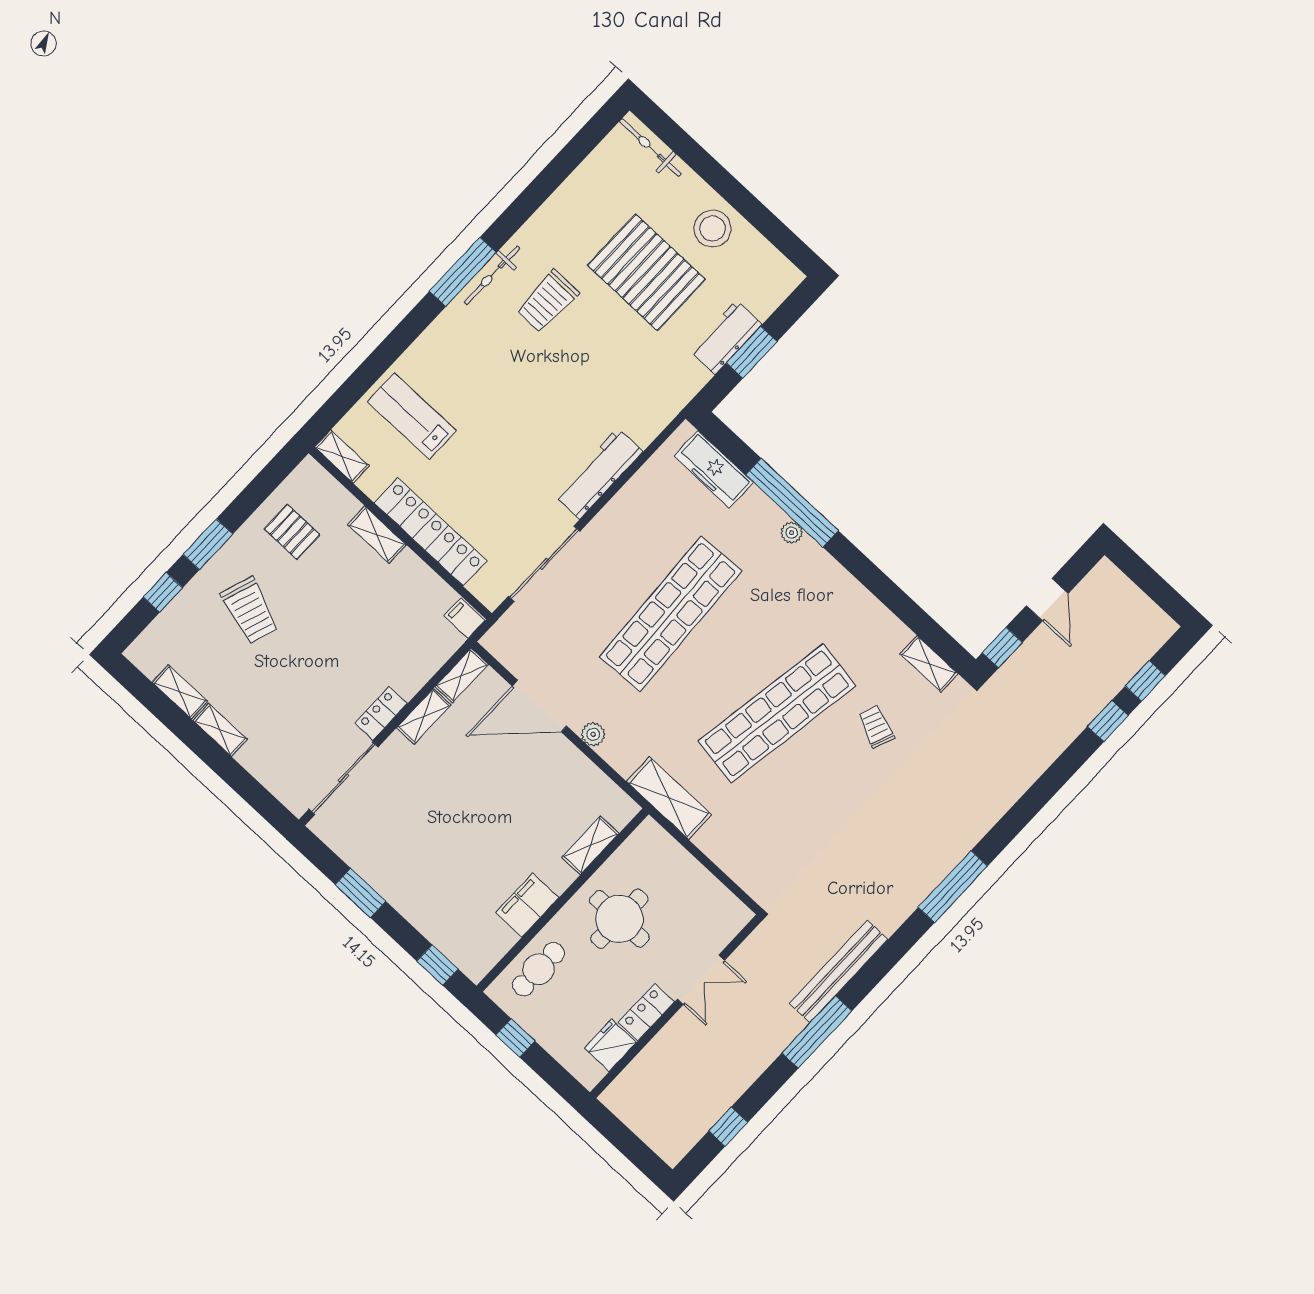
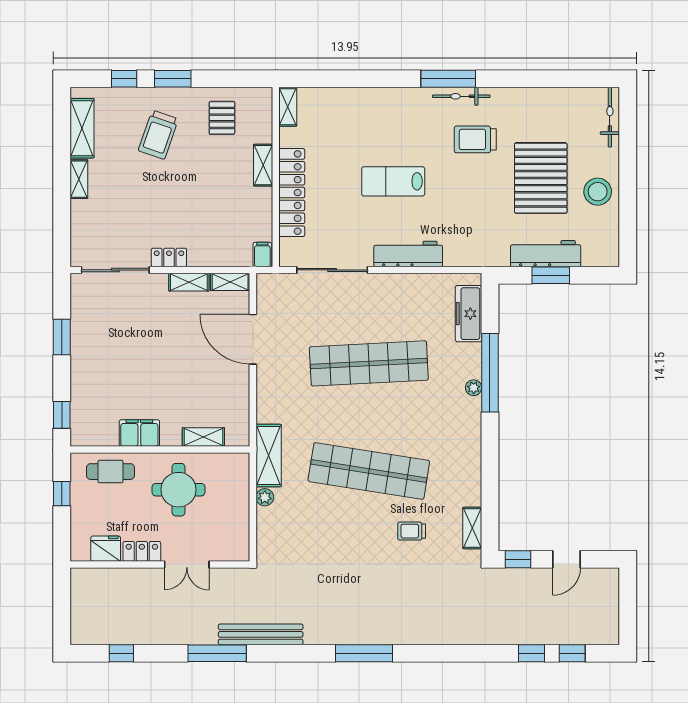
workbench: (726, 337) -> (546, 254), width x1.37
lab bench: (412, 416) -> (393, 181), moved, turned -90
shelving: (180, 692) -> (82, 128), width x1.50, depth x1.33
trolley: (876, 727) -> (412, 531), turned -112
plant: (593, 734) -> (265, 497), moved

